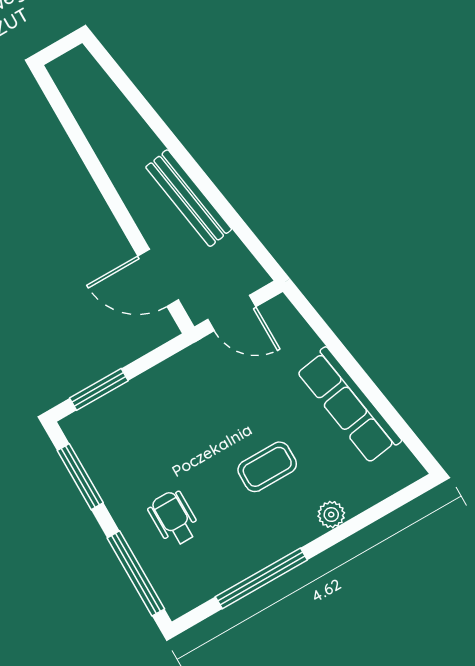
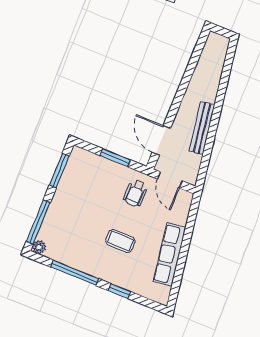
window: (99, 389) -> (115, 158), moved
plant: (331, 515) -> (39, 247), moved
wheelchair: (174, 518) -> (135, 193), moved, turned 180
window: (345, 530) -> (119, 291), added

